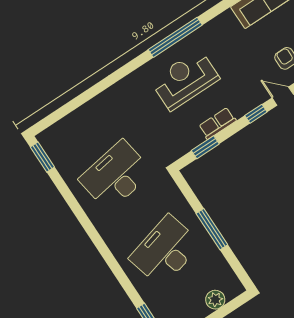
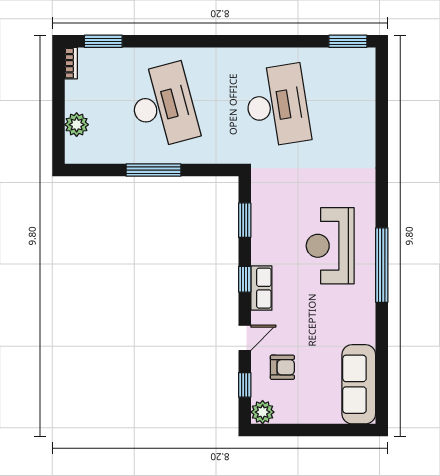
reception desk: (185, 80) -> (330, 246), turned 180
window: (256, 114) -> (245, 279), moved
row of seats: (217, 123) -> (261, 288), moved

